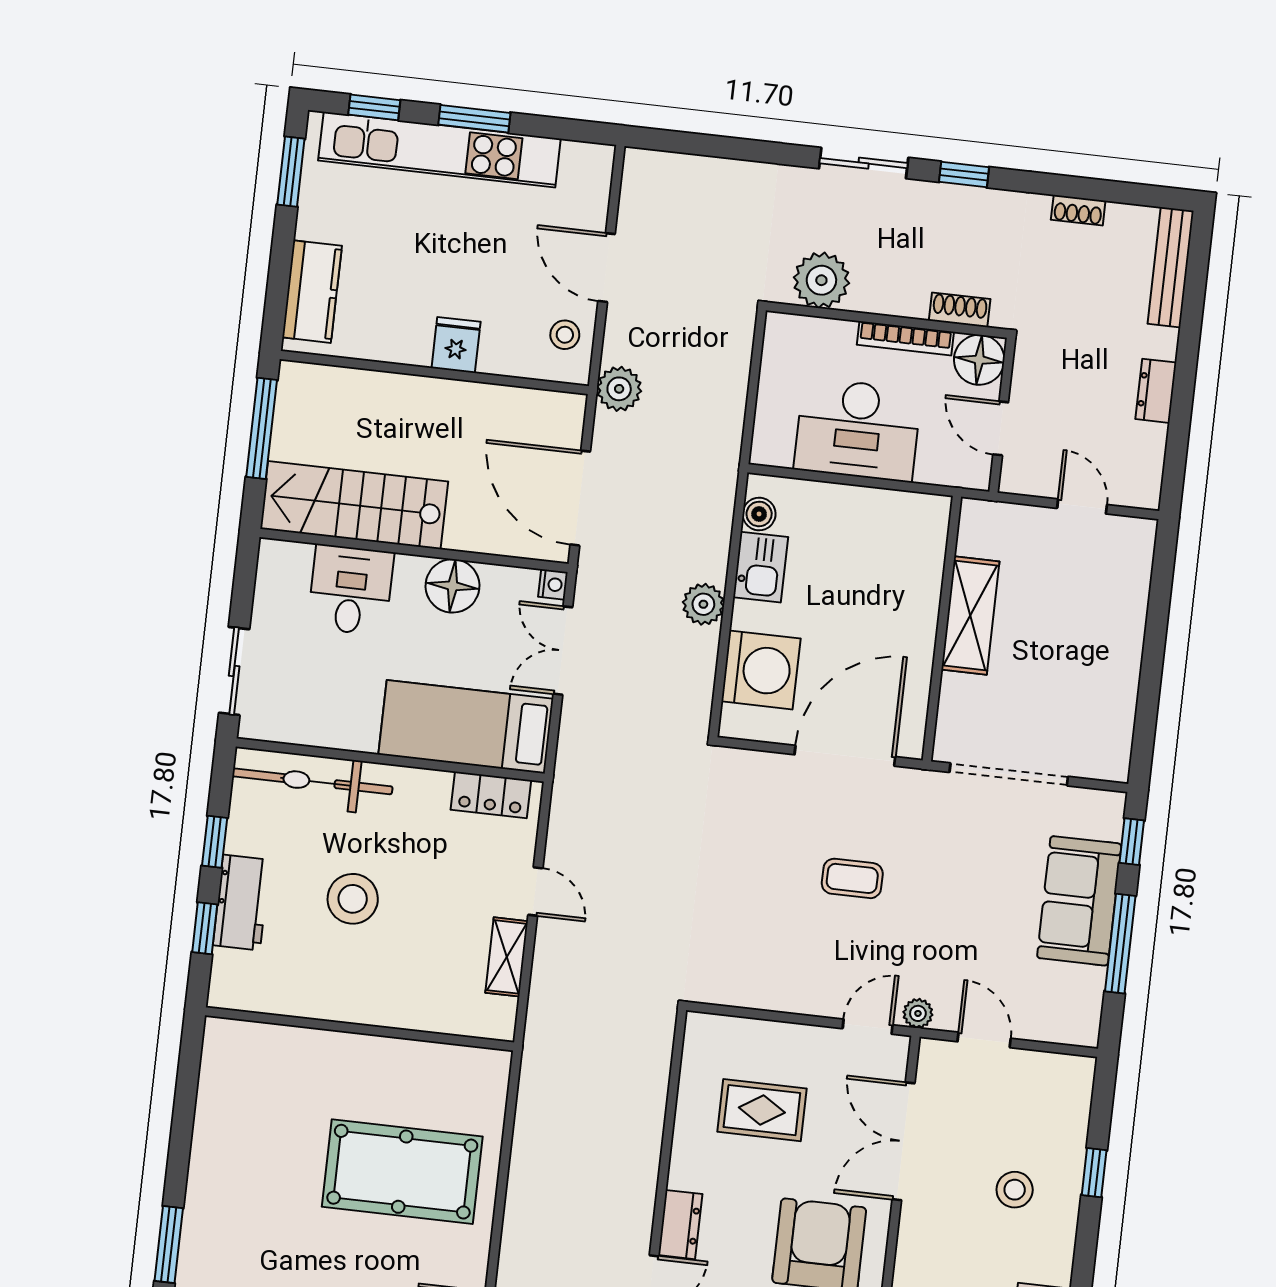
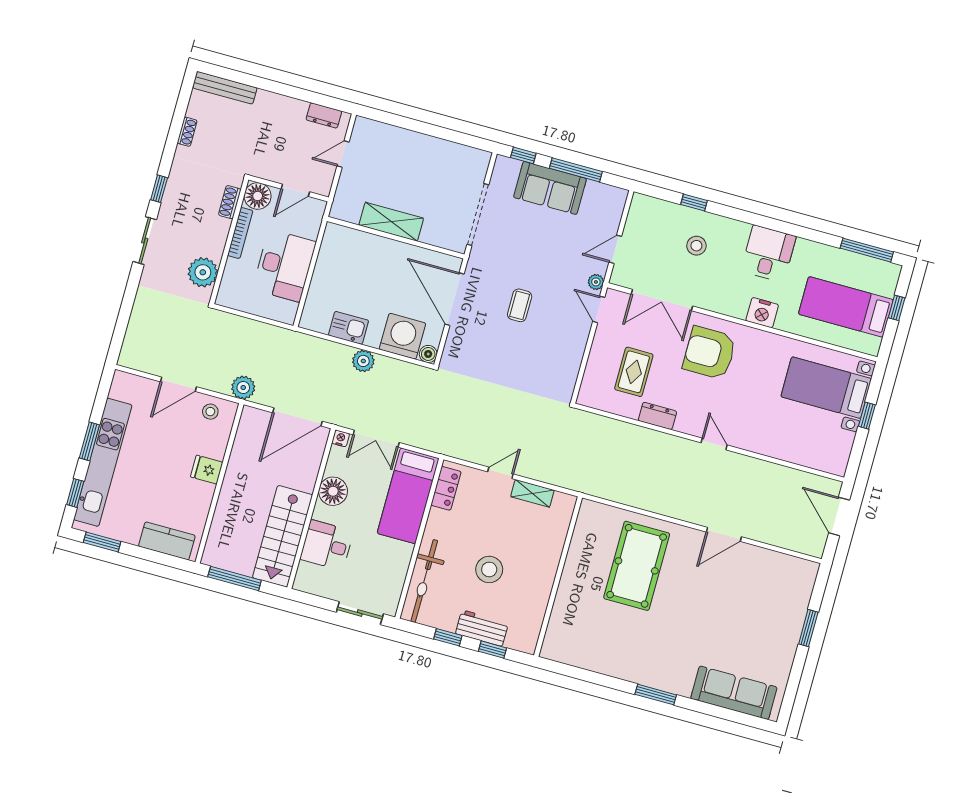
dresser: (1156, 391) -> (324, 115), moved
boiler: (759, 514) -> (428, 354), moved
dresser: (680, 1225) -> (657, 416), moved

